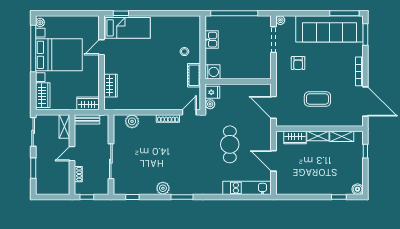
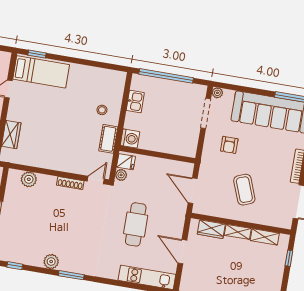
coffee table: (317, 99) -> (244, 190), turned 69

